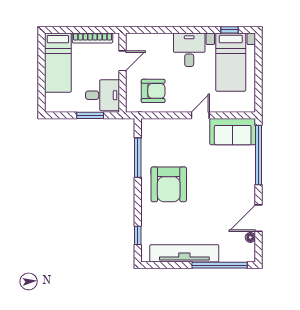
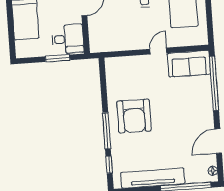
armchair: (153, 91) -> (114, 32), removed
window: (138, 158) -> (107, 131), moved
floor lamp: (250, 237) -> (213, 171), moved

